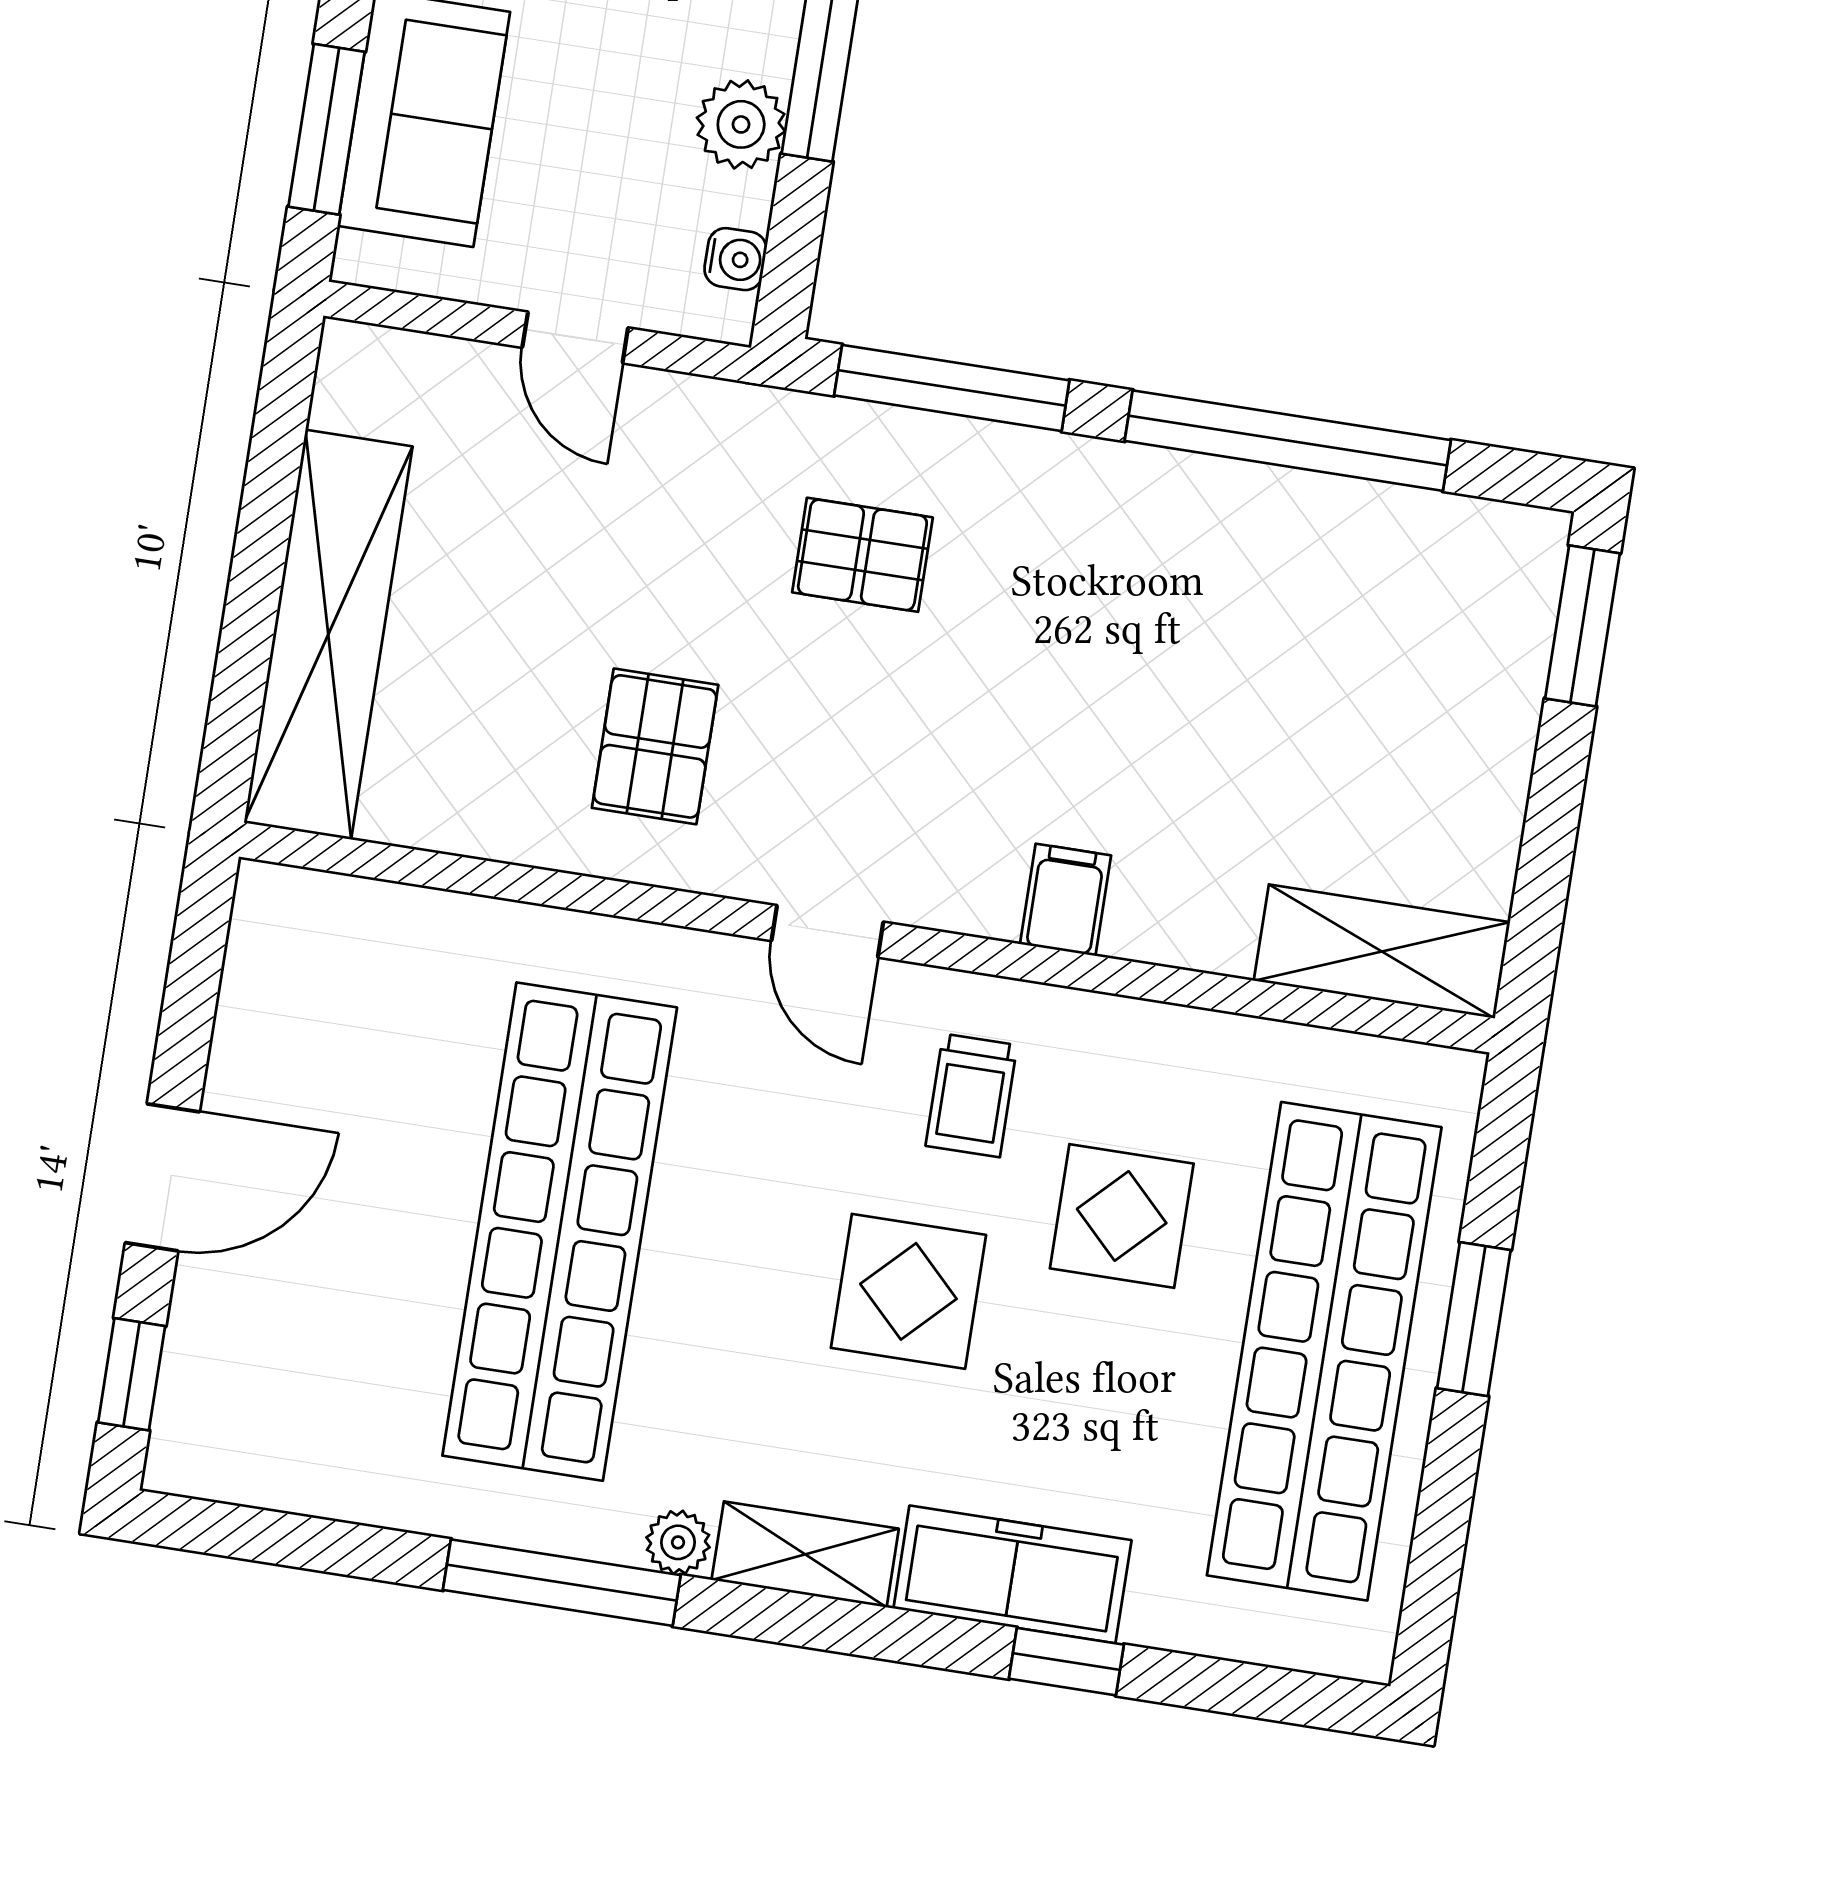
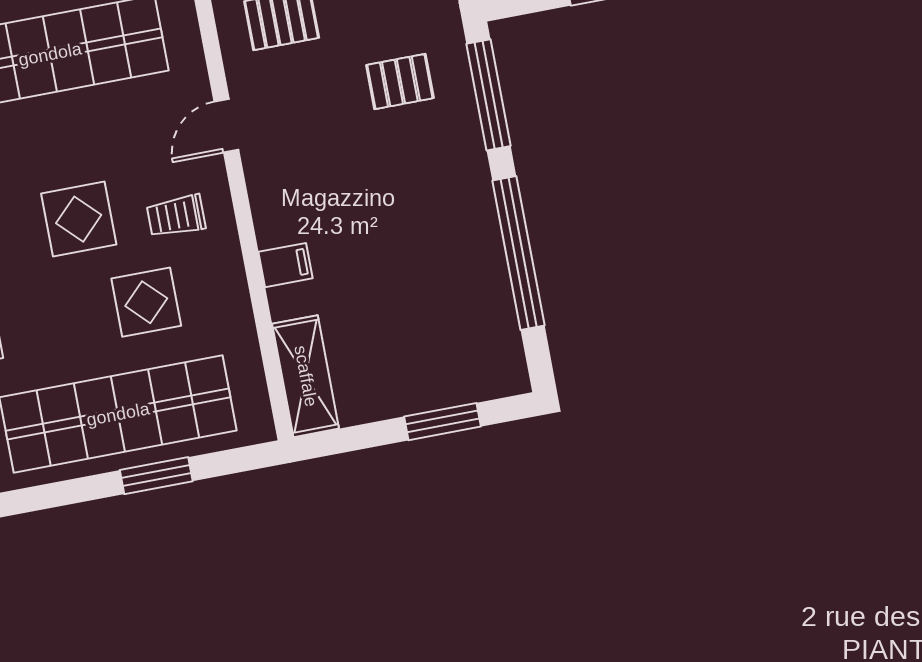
pallet: (862, 555) -> (400, 82), turned 90
window: (1582, 626) -> (442, 422), moved
filing cabinet: (1066, 900) -> (286, 265), moved

